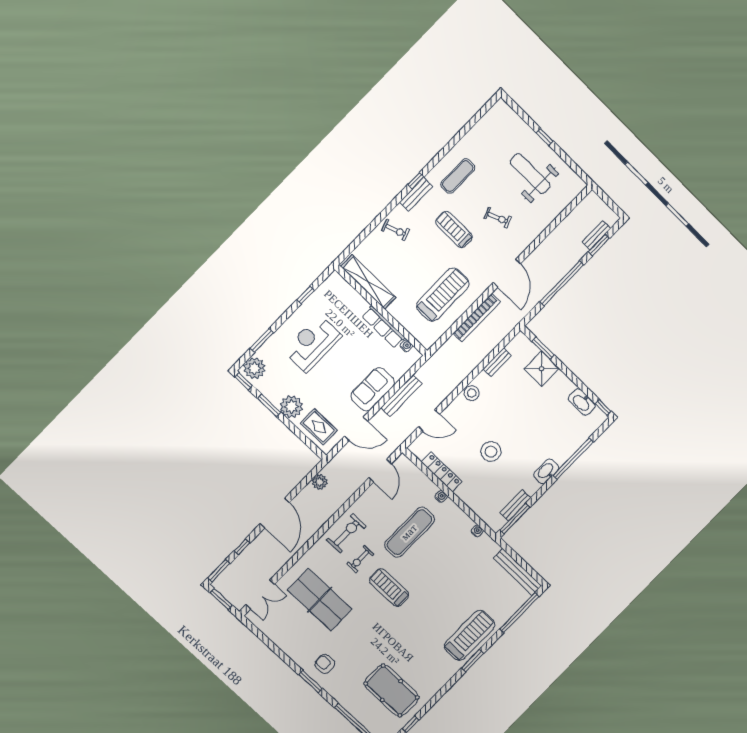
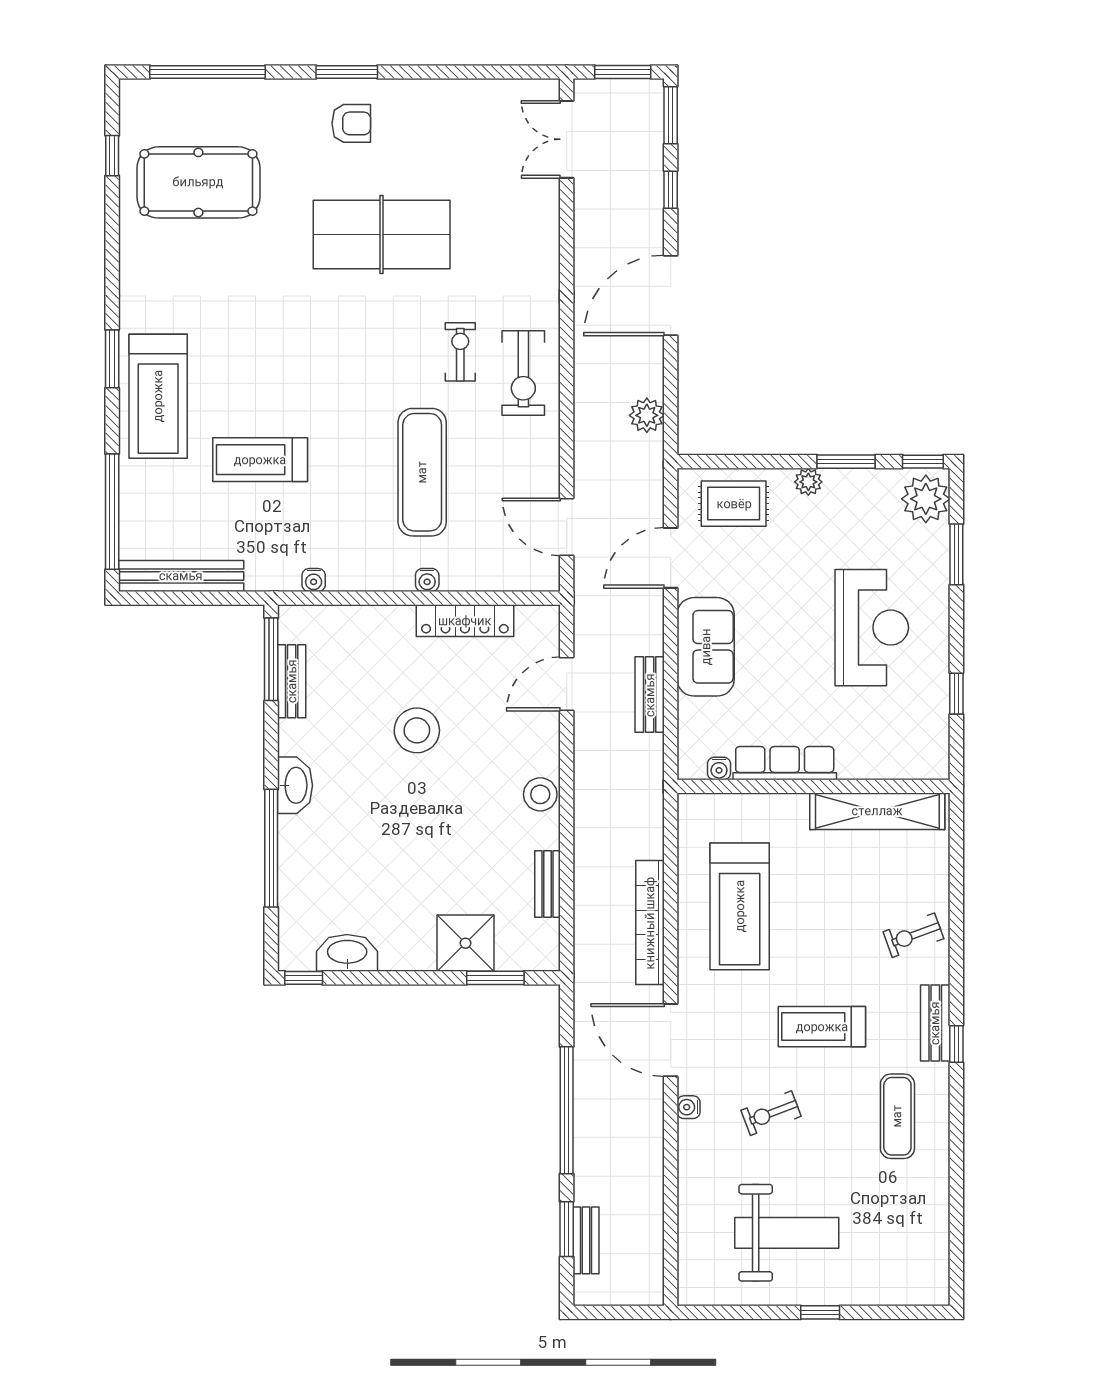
treadmill: (454, 230) -> (822, 1027), turned 180
water cooler: (522, 246) -> (689, 1107), added
bench: (401, 396) -> (650, 695), width x0.73
plant: (291, 407) -> (808, 482), width x0.53, depth x0.53
door: (275, 513) -> (671, 295), hinge flipped
treadmill: (389, 588) -> (260, 460), moved, turned 180
table tennis table: (320, 600) -> (382, 235), moved

